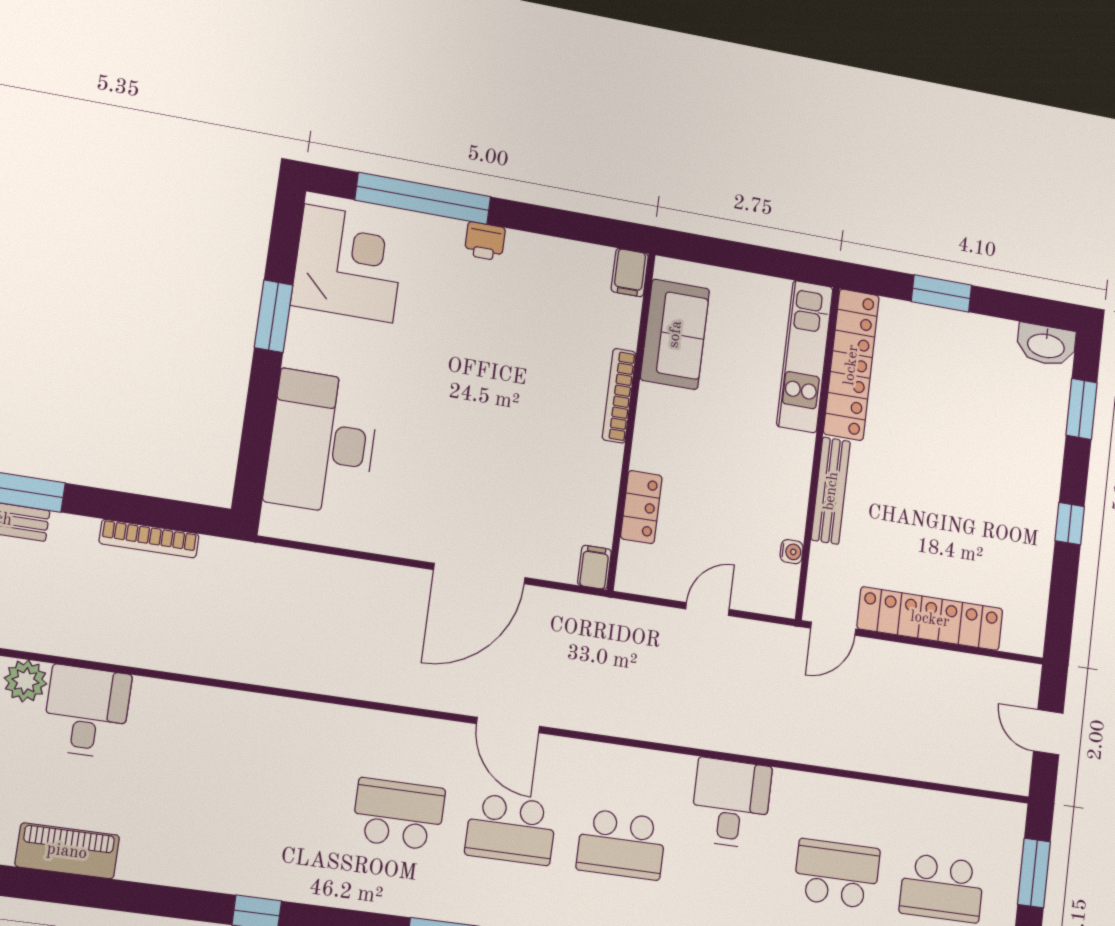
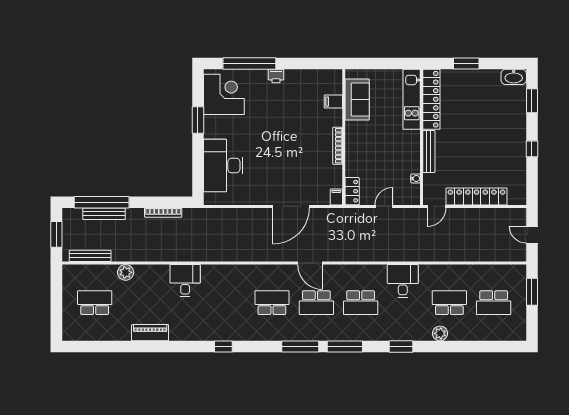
filing cabinet: (630, 273) -> (333, 102), moved, turned 90
bookcase: (619, 396) -> (338, 146), moved
locker: (641, 507) -> (352, 191), moved
desk: (87, 712) -> (185, 281), moved

